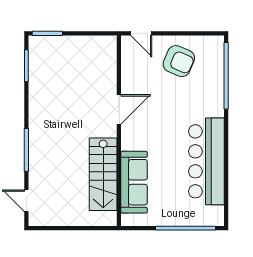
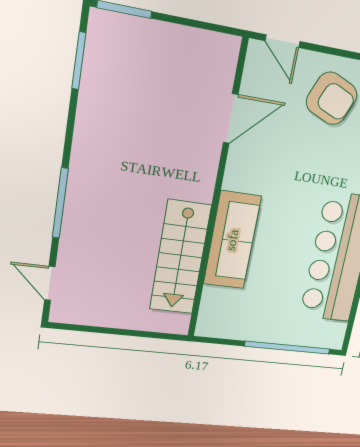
door: (119, 109) -> (231, 119), moved
sofa: (134, 182) -> (232, 240), moved

